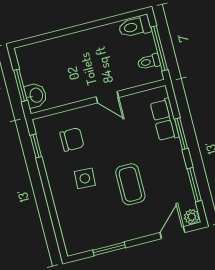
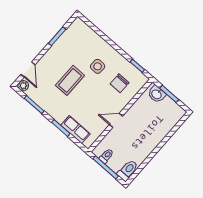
coffee table: (130, 184) -> (70, 80), turned 90

